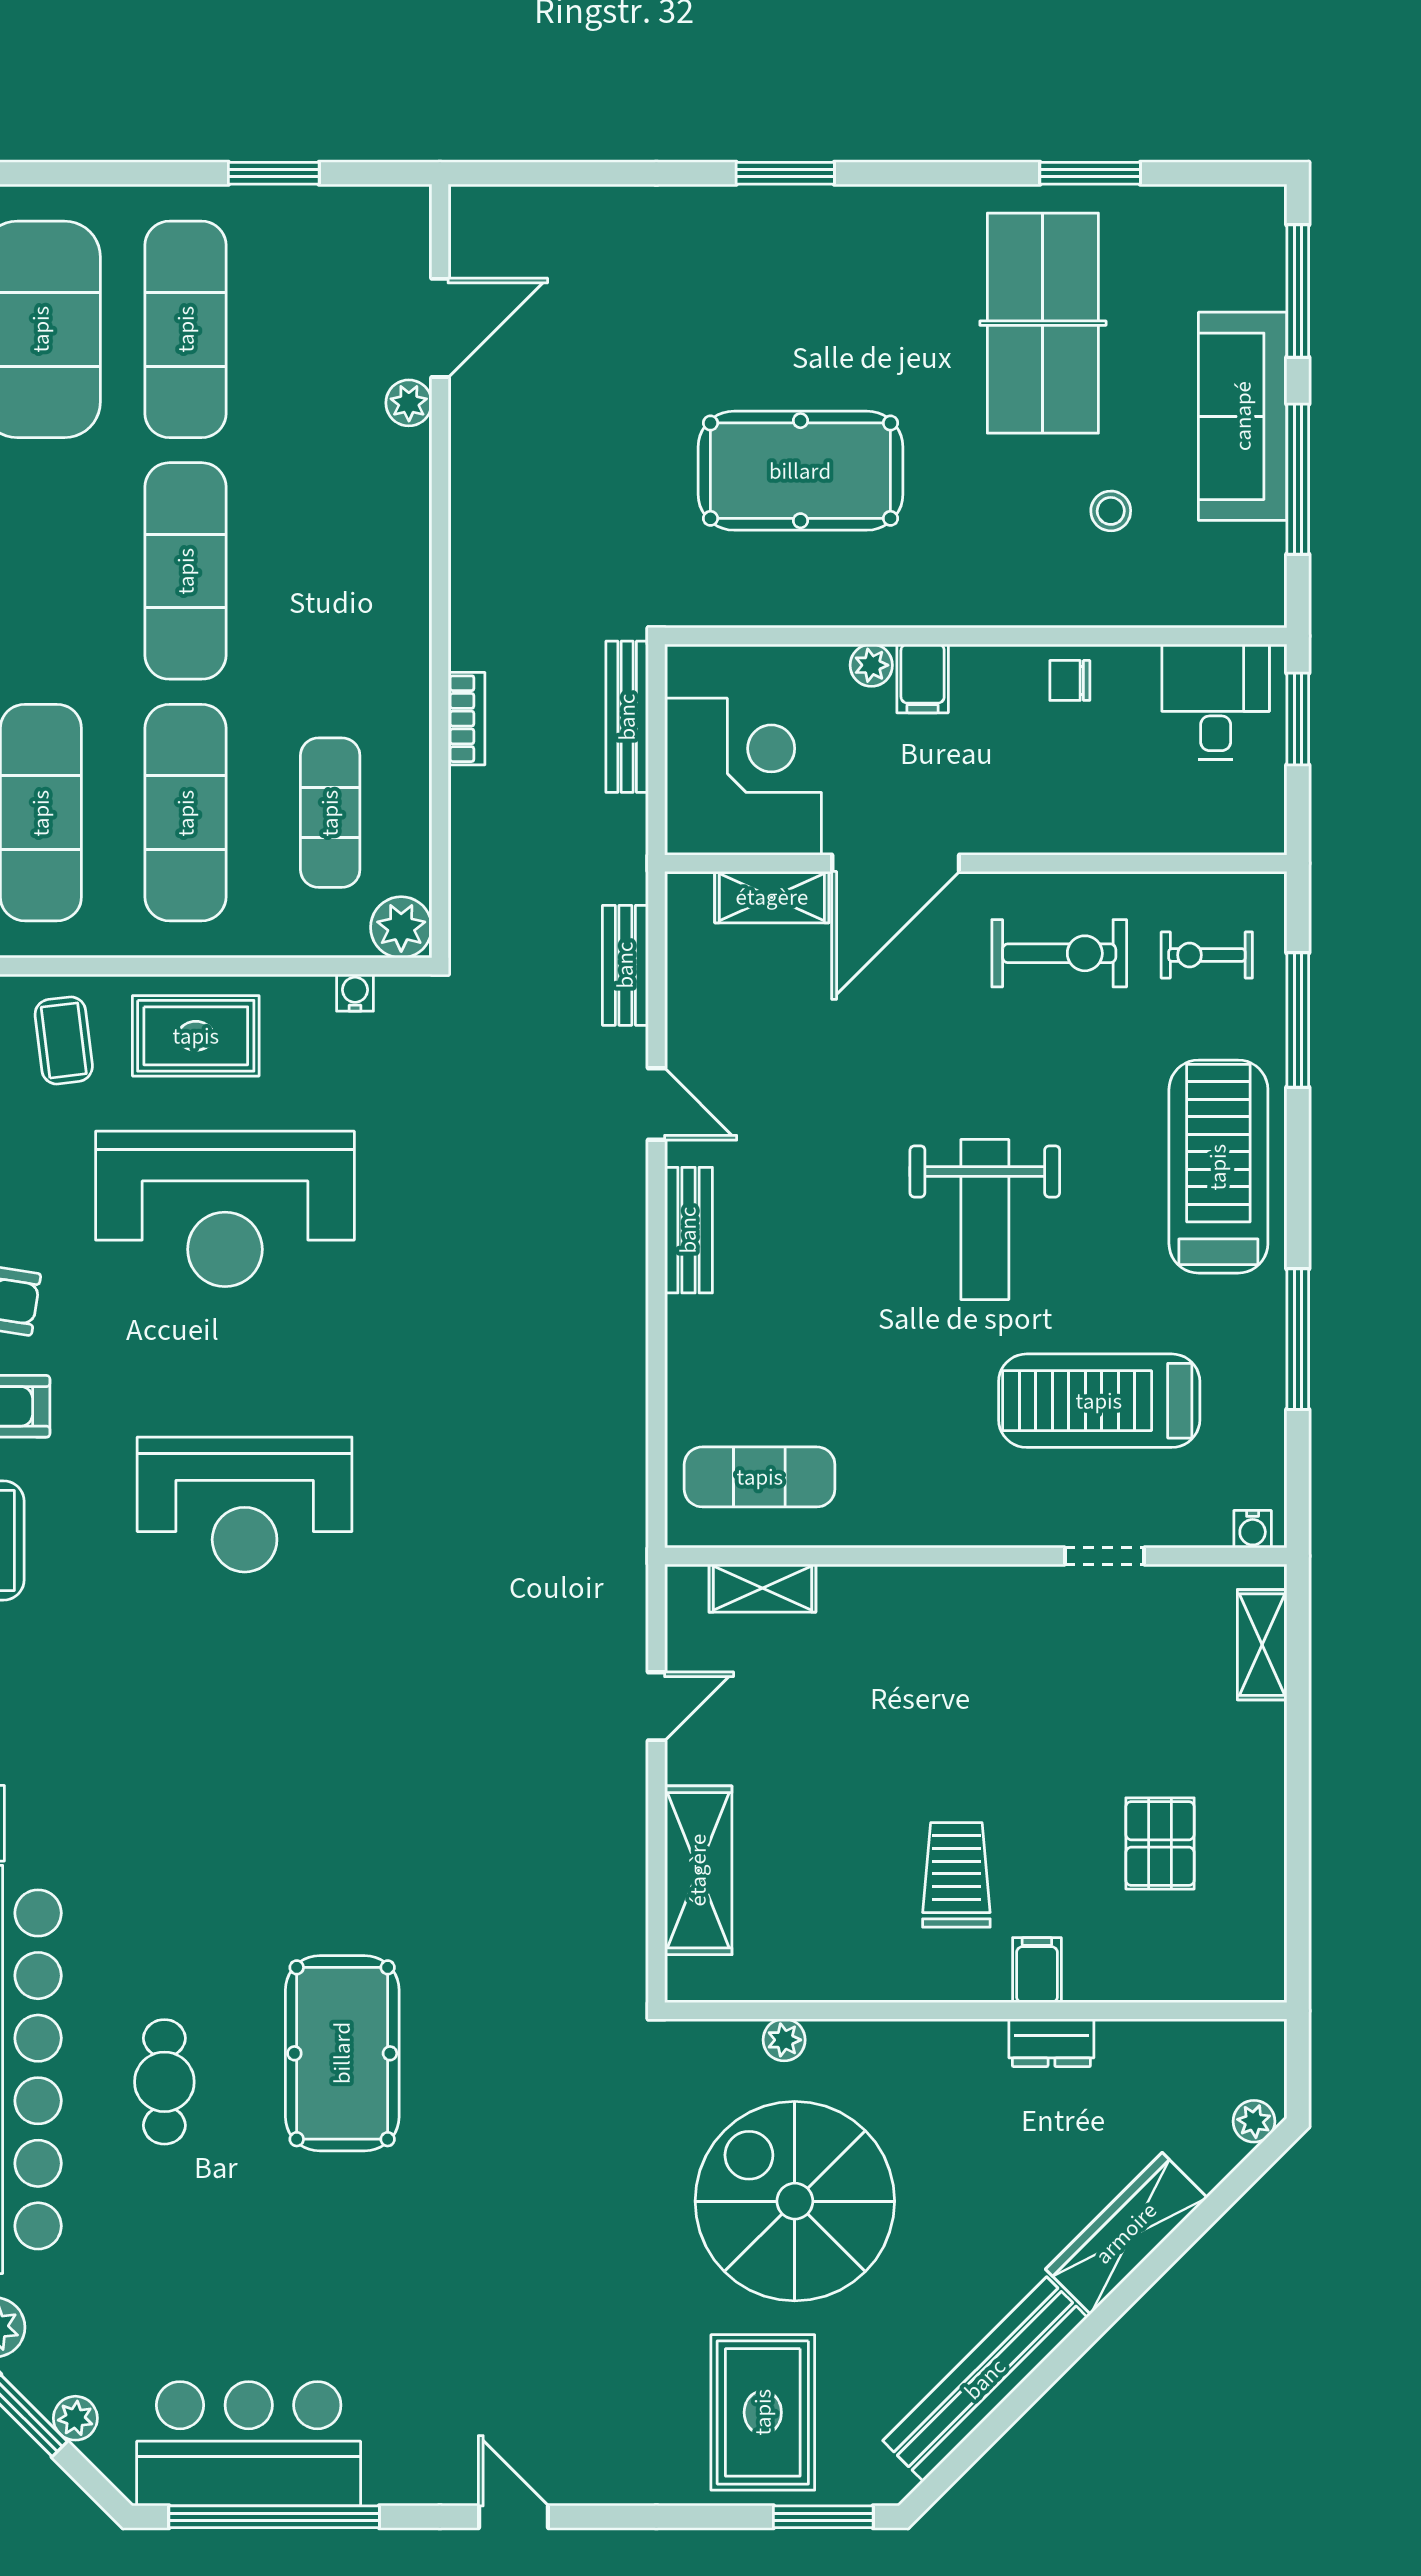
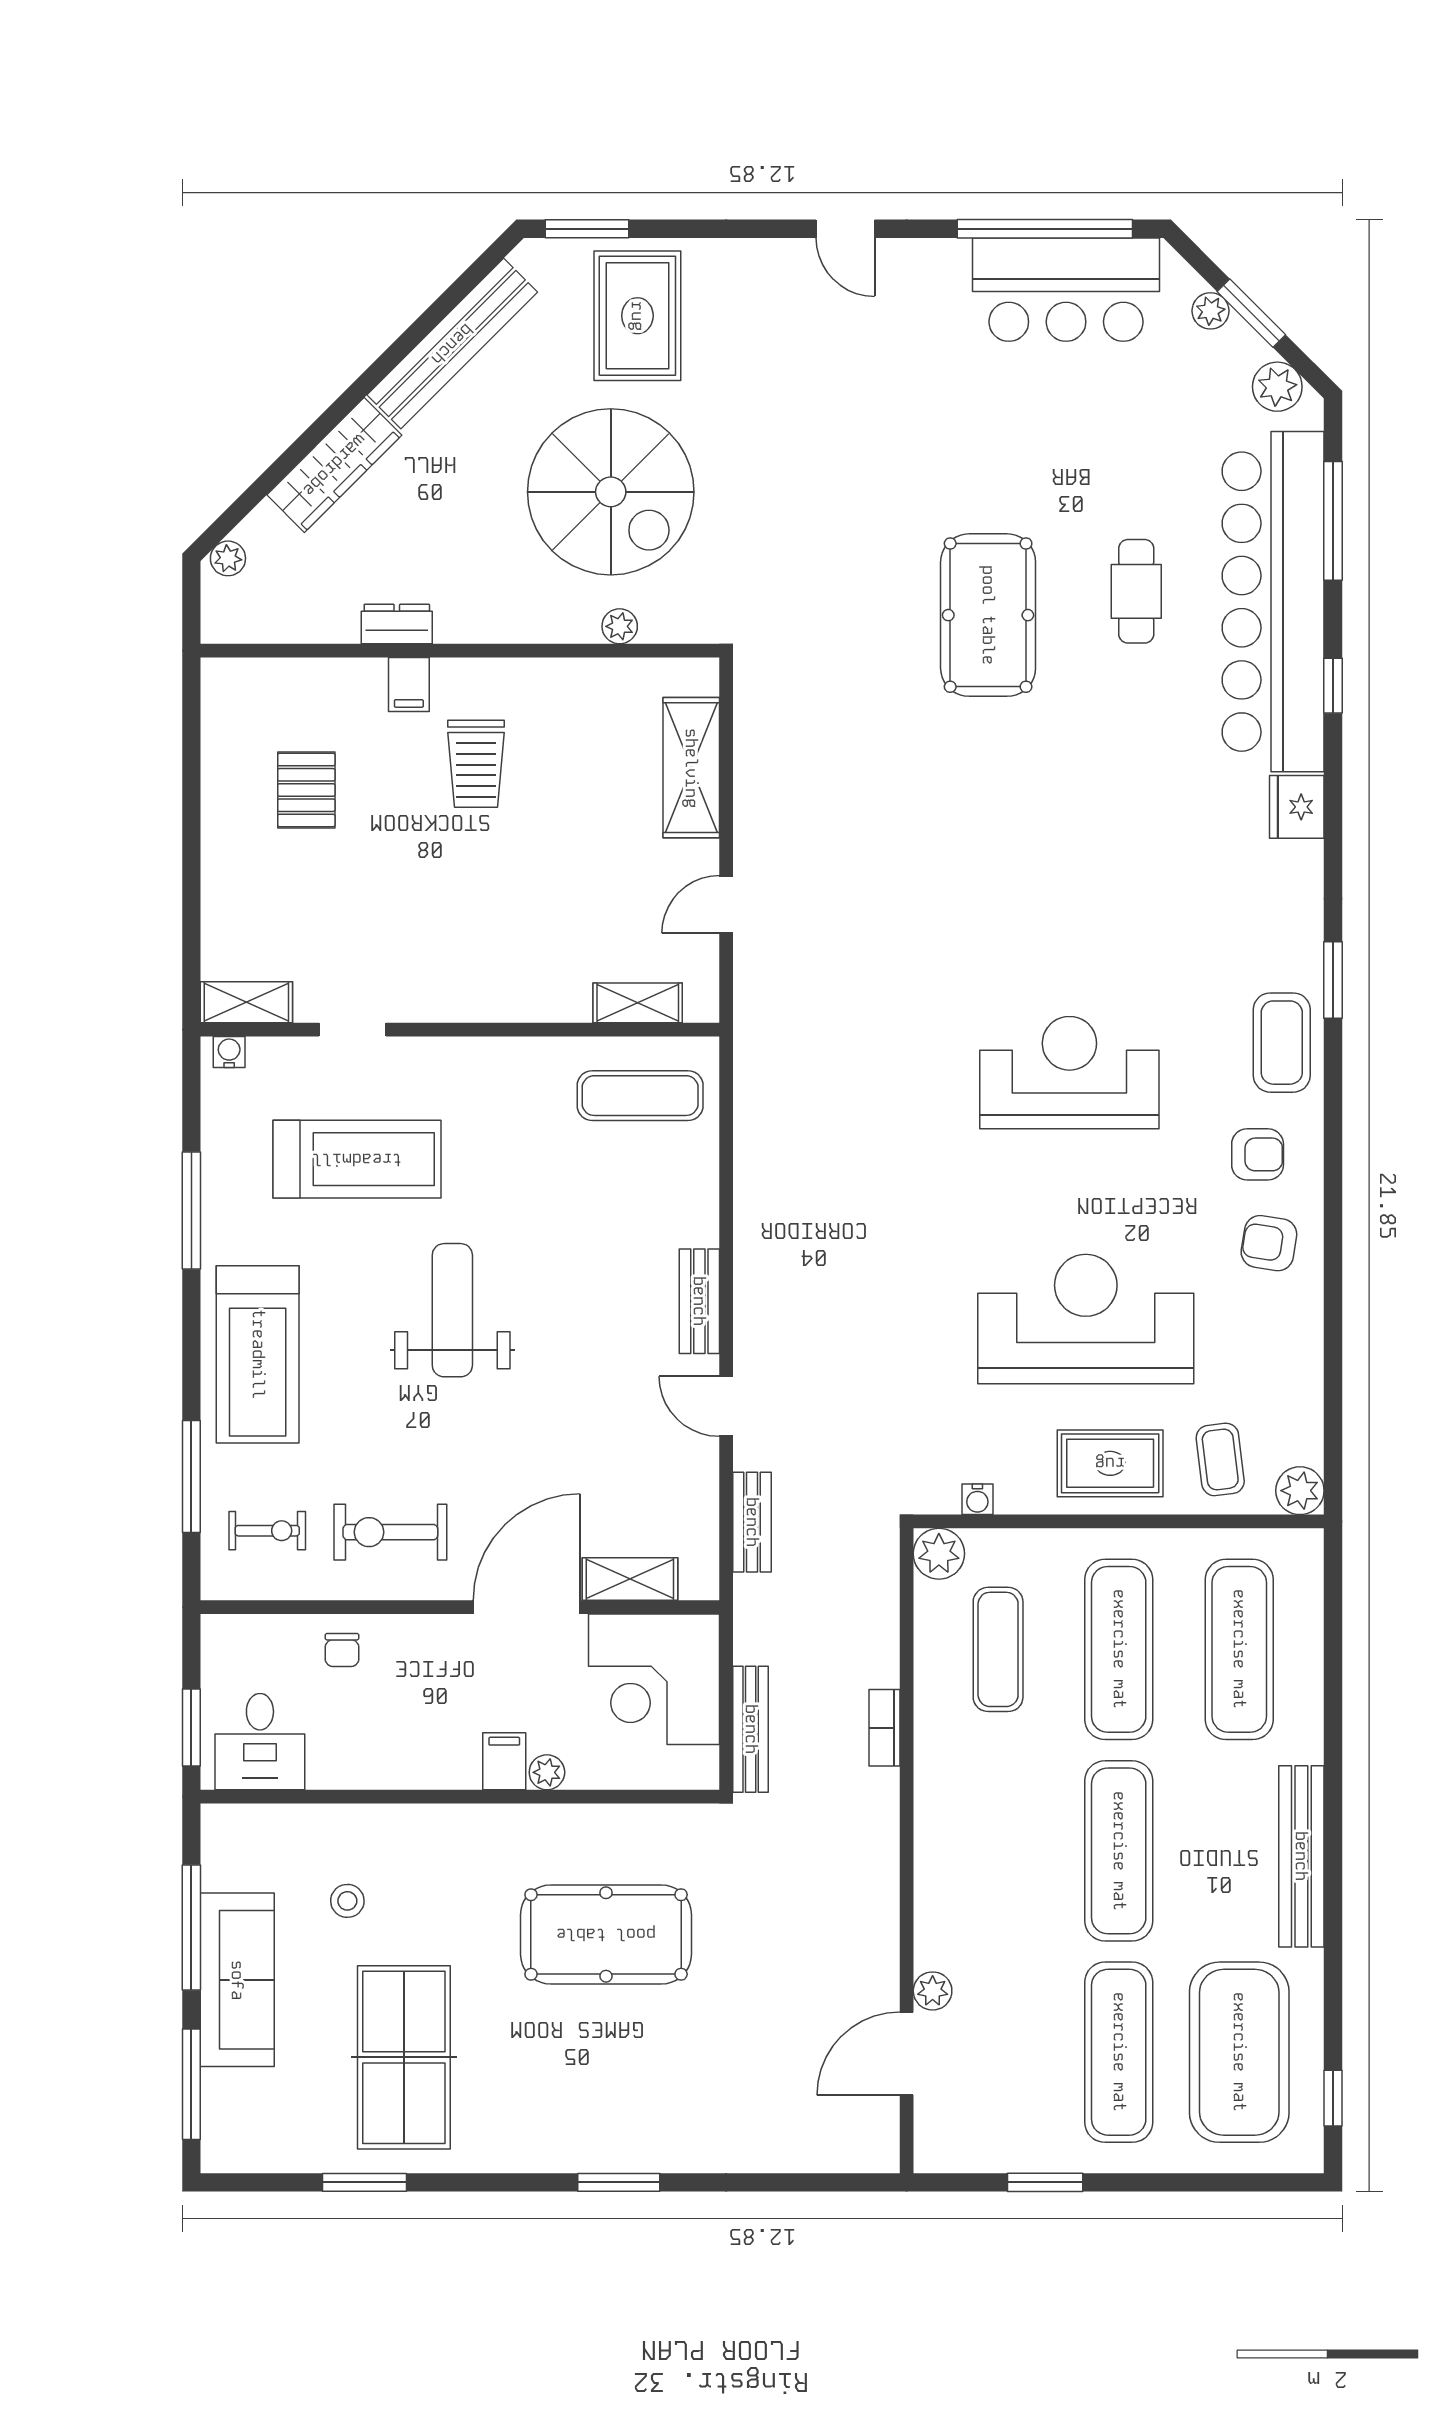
chair: (1070, 680) -> (342, 1650), moved, turned 90
shelving: (1262, 1645) -> (246, 1002), moved, turned 90

